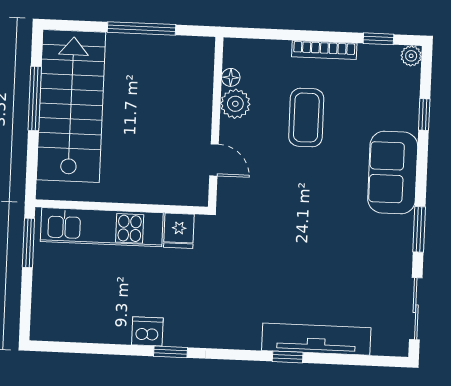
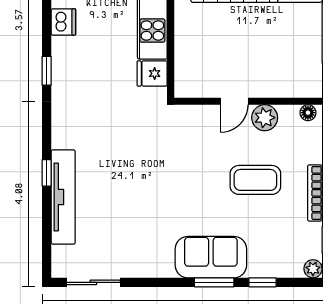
floor lamp: (231, 77) -> (308, 113), moved
door: (214, 160) -> (234, 101), moved
window: (419, 229) -> (214, 282), moved
dishwasher: (147, 331) -> (63, 22), moved

